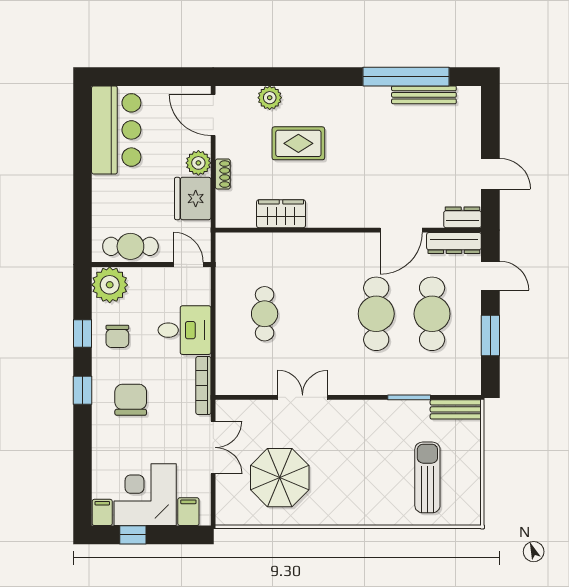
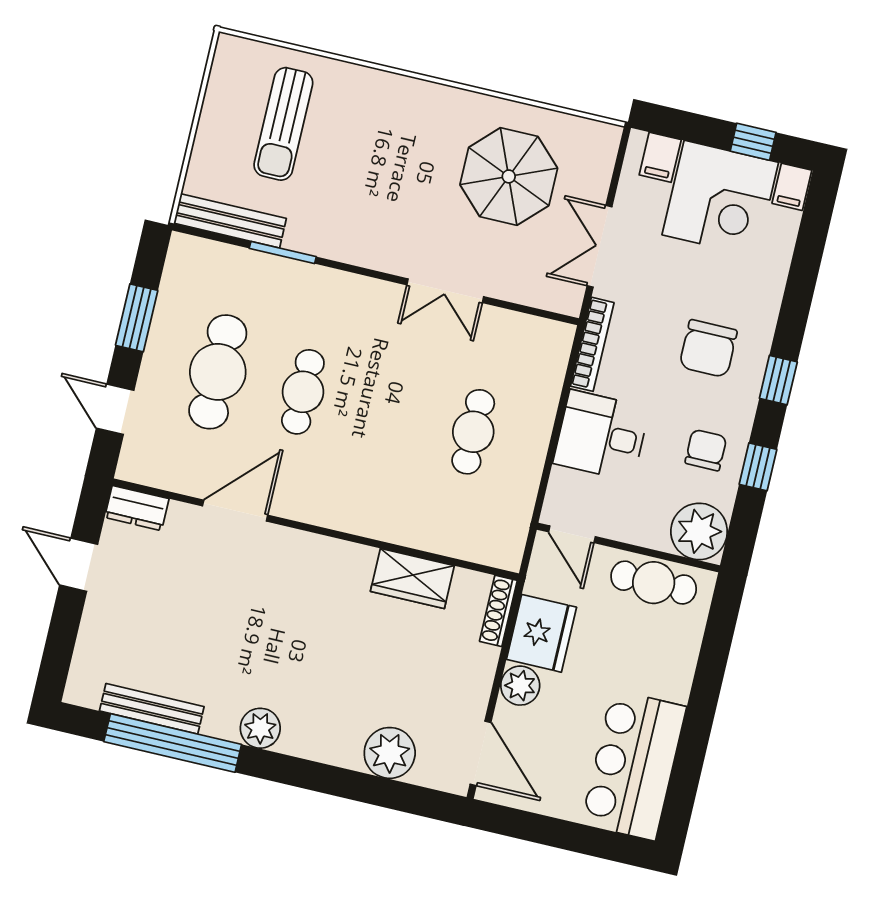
plant: (270, 98) -> (390, 753), width x1.36, depth x1.36
plant: (354, 99) -> (260, 728), added
rug: (298, 143) -> (361, 680), removed
shoe rack: (223, 174) -> (498, 611), moved, width x1.43
dresser: (454, 243) -> (159, 472), removed
cafe table: (376, 314) -> (303, 392), width x0.73, depth x0.74
bench: (456, 409) -> (230, 221), width x1.36

